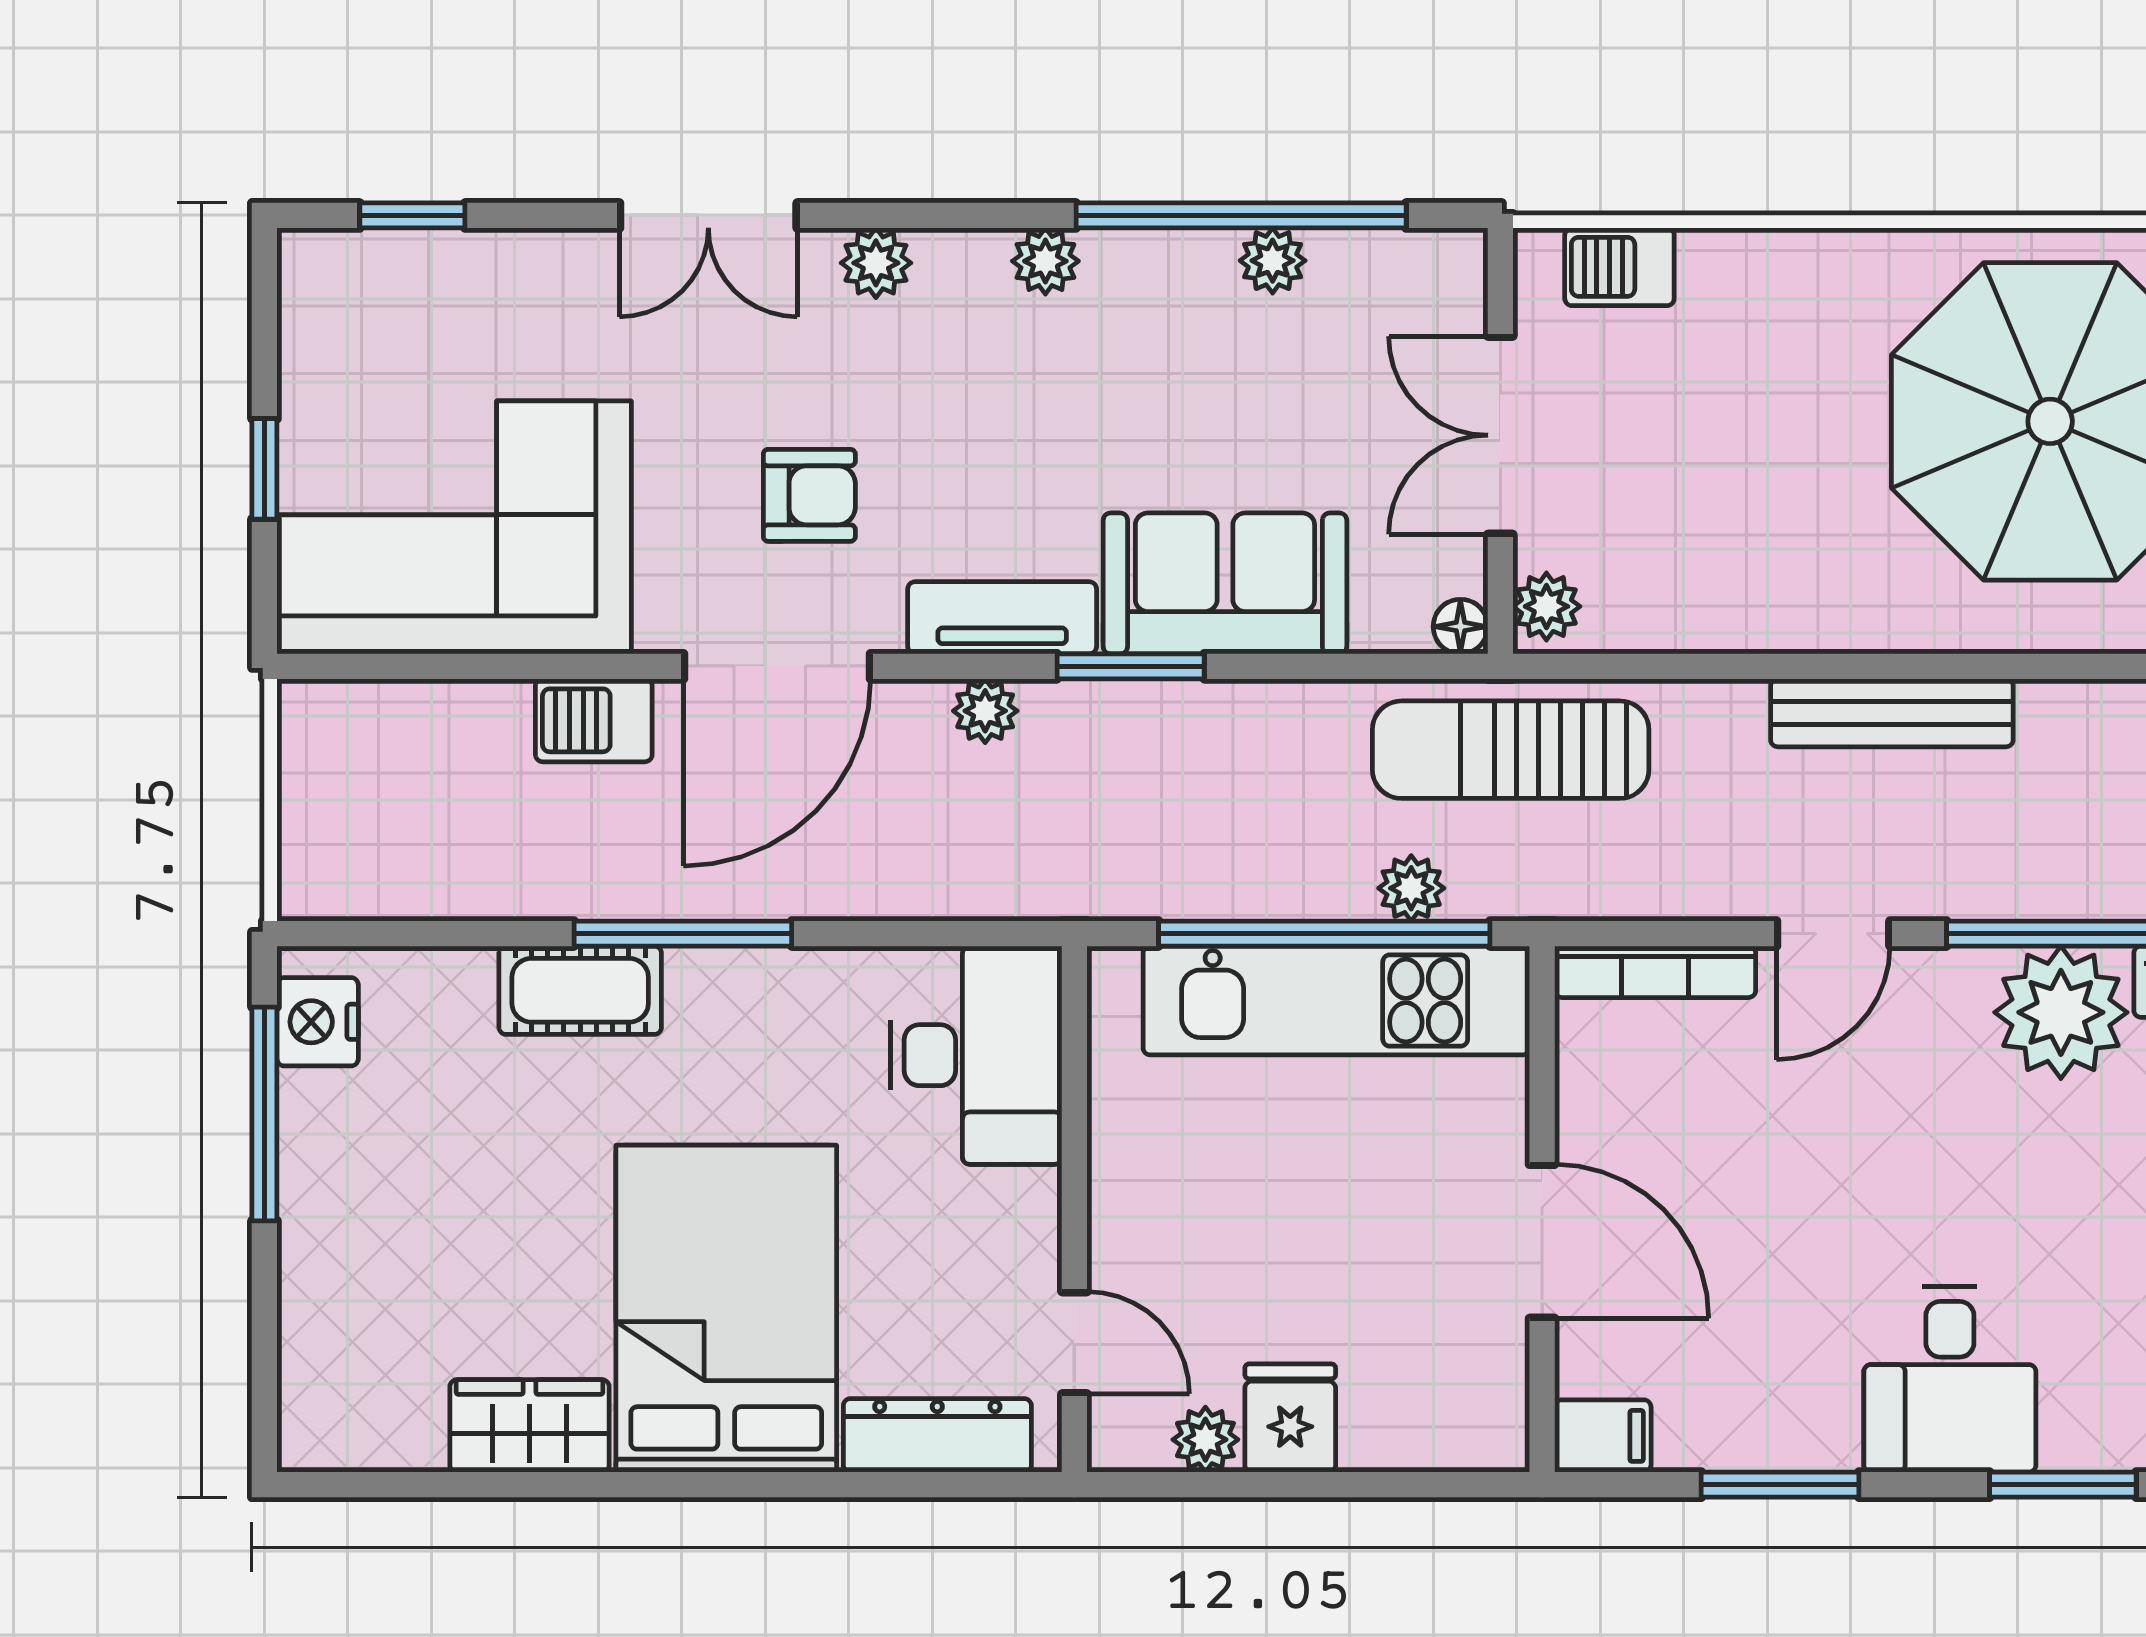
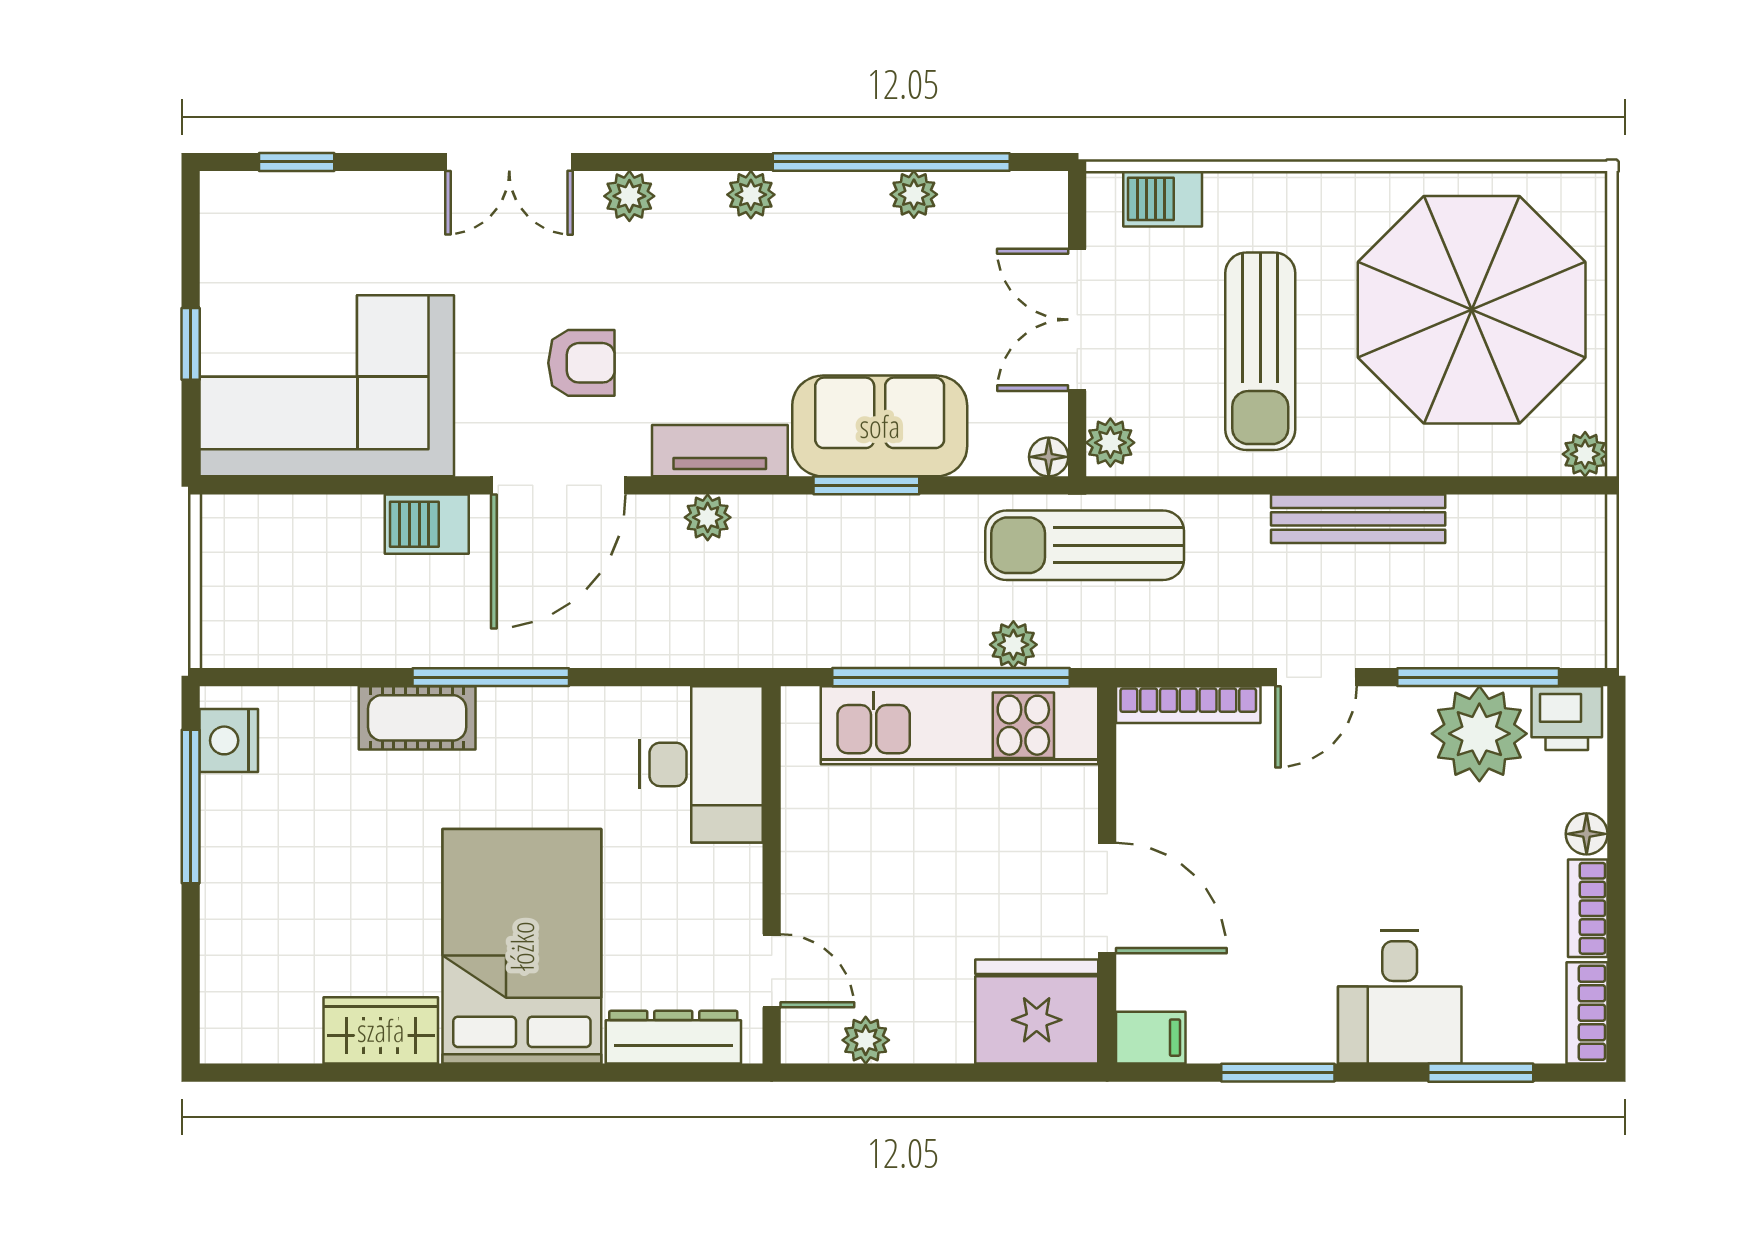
sun lounger: (1755, 479) -> (1260, 351), added
window: (1131, 666) -> (866, 485), moved
fridge: (1290, 1418) -> (1037, 1012), moved, width x1.88, depth x1.34

